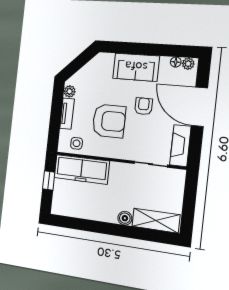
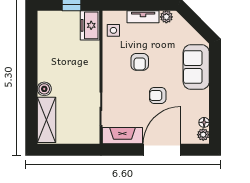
sofa: (136, 67) -> (196, 67), moved
armchair: (144, 106) -> (158, 95), turned 180
armchair: (109, 121) -> (140, 62), width x0.53, depth x0.53
freezer: (82, 169) -> (90, 25), width x0.52, depth x0.79

